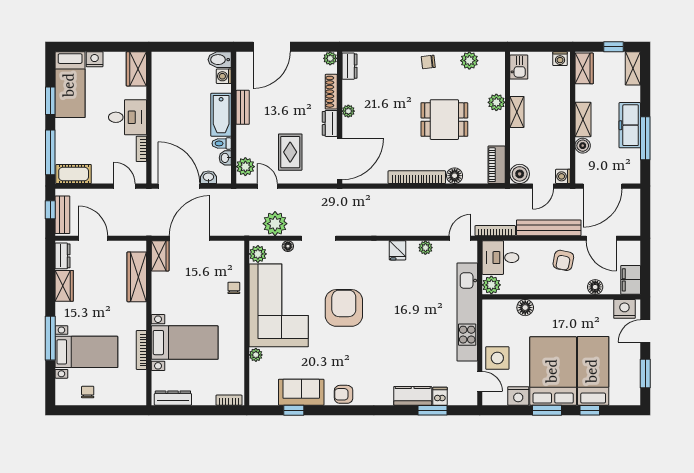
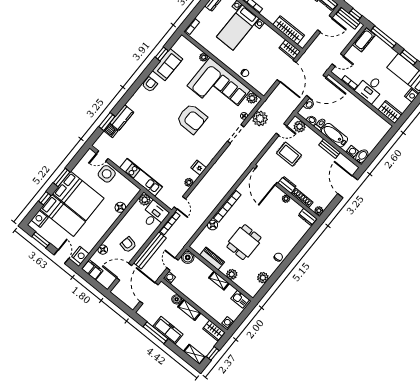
piano: (497, 165) -> (212, 259), moved
kitchen unit: (467, 312) -> (141, 177), width x0.73
nightstand: (518, 396) -> (40, 219), moved

